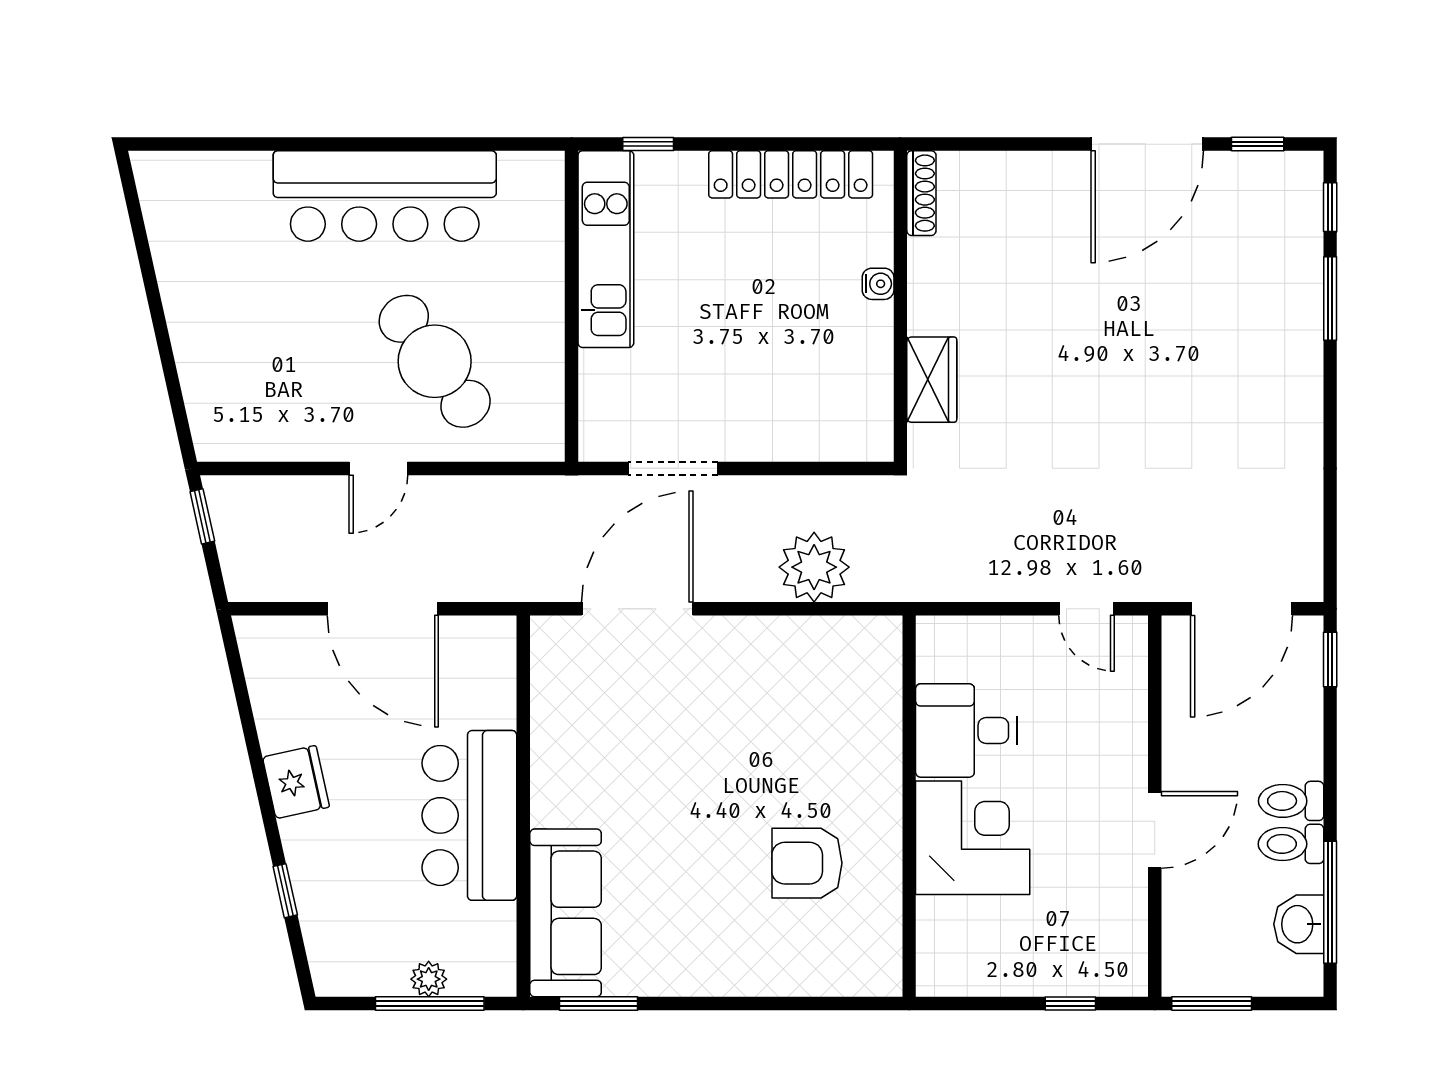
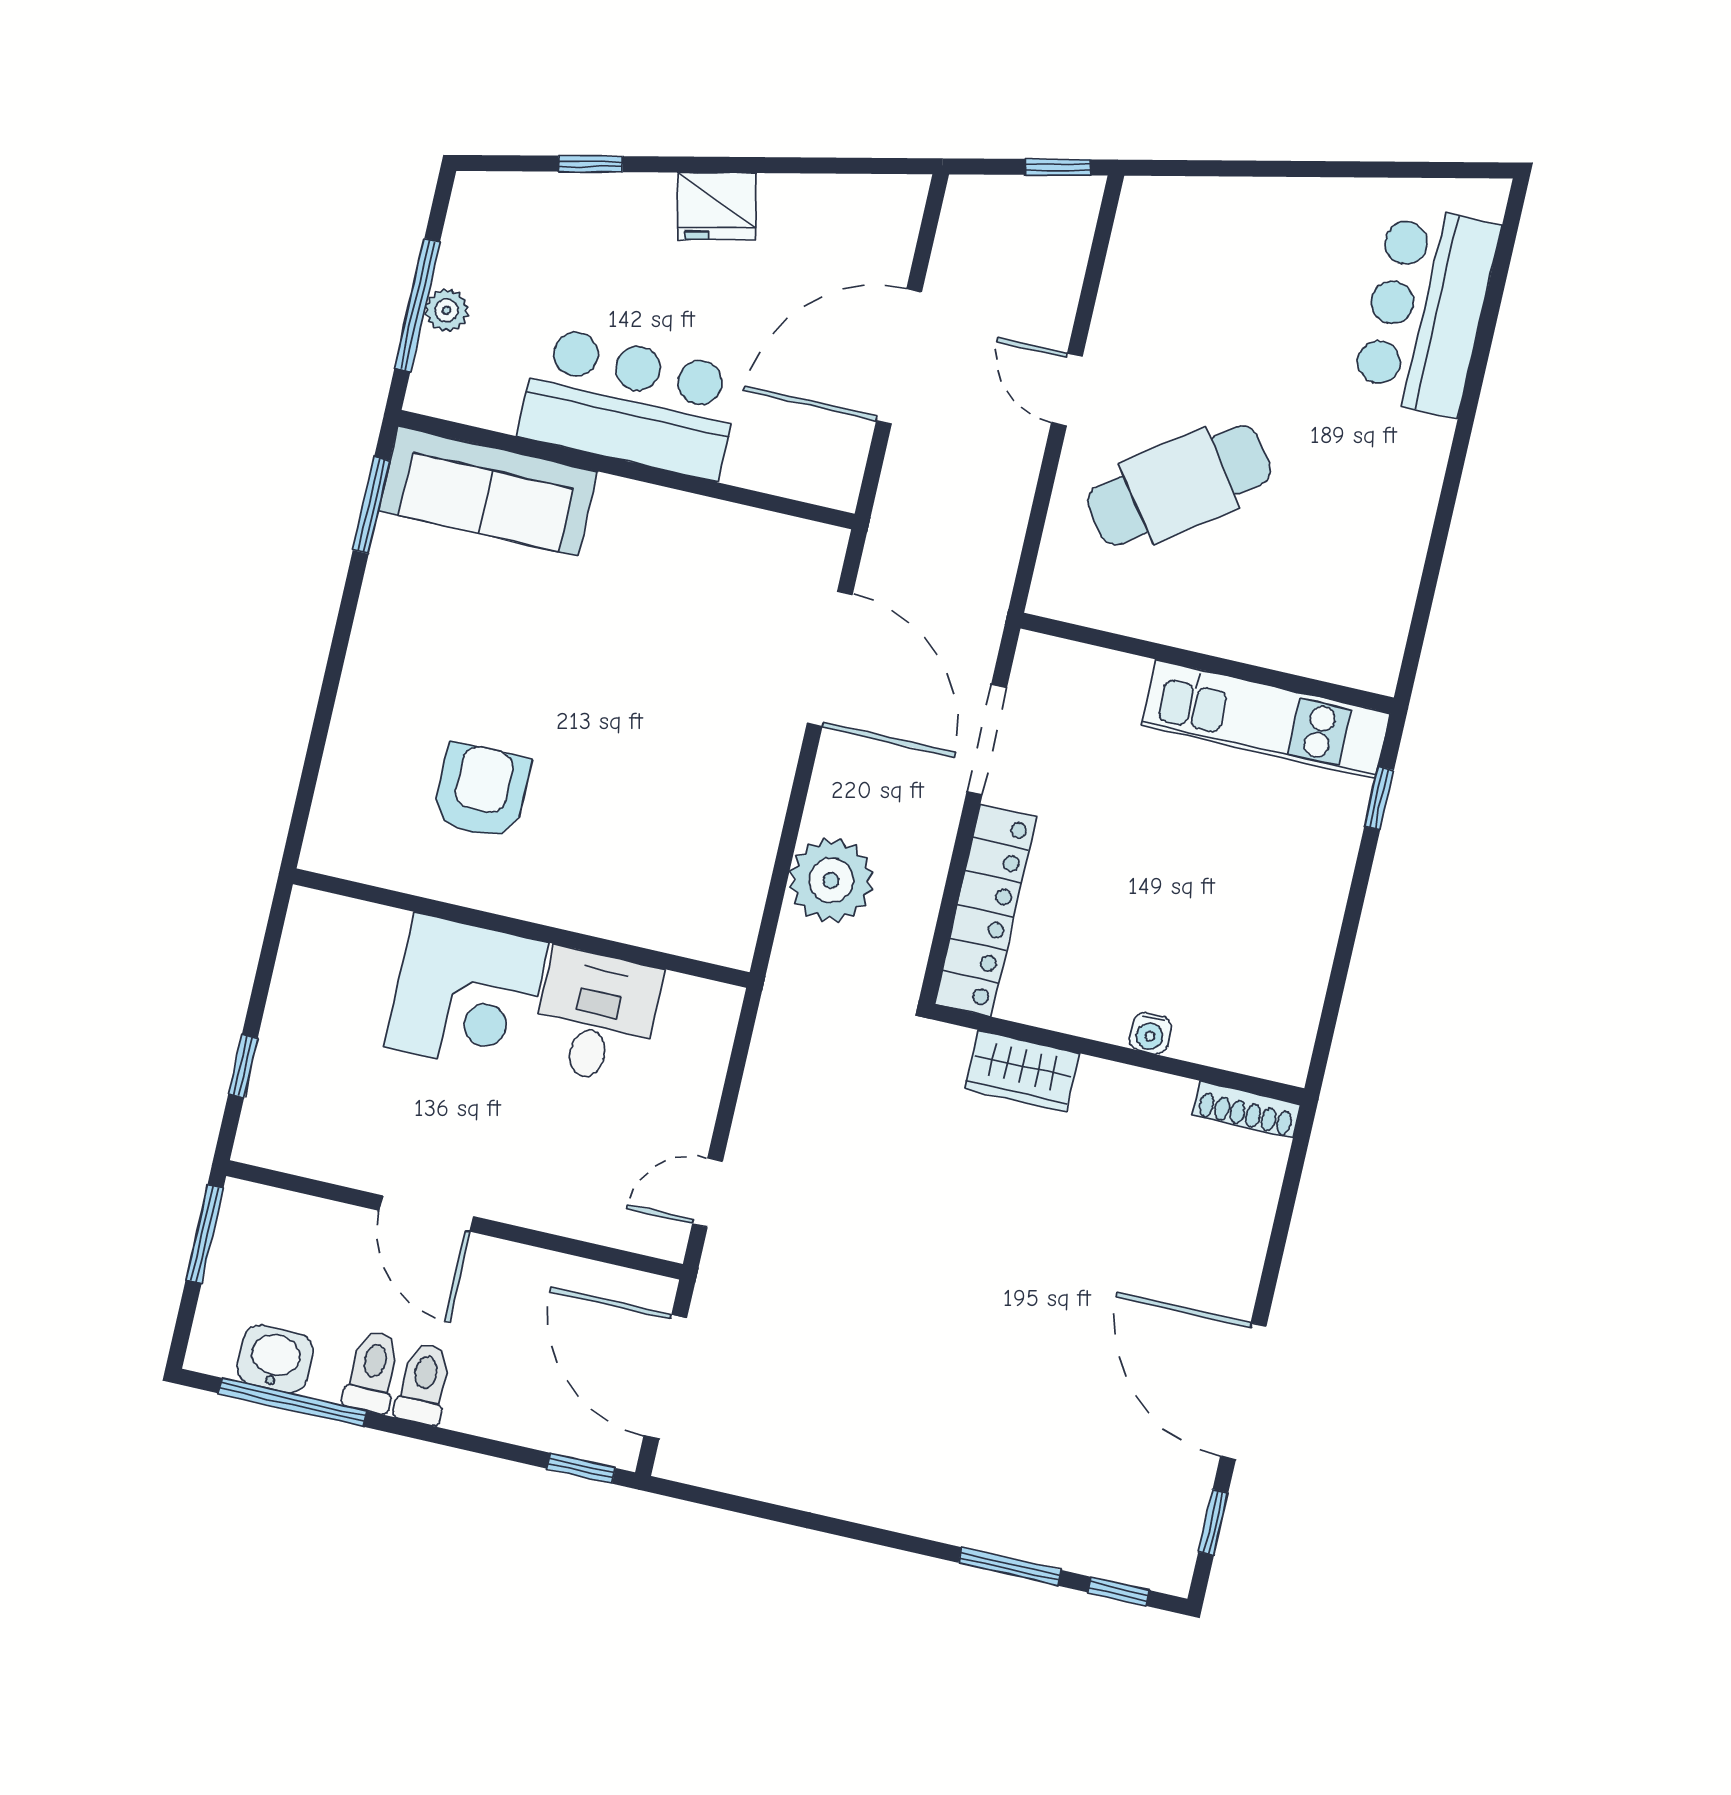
locker: (791, 174) -> (986, 910), moved, turned 180
bar counter: (385, 196) -> (1426, 310), moved, width x0.73

